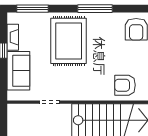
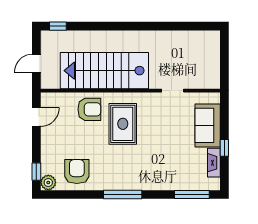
rug: (69, 41) -> (123, 124), moved, width x0.73, depth x0.69

